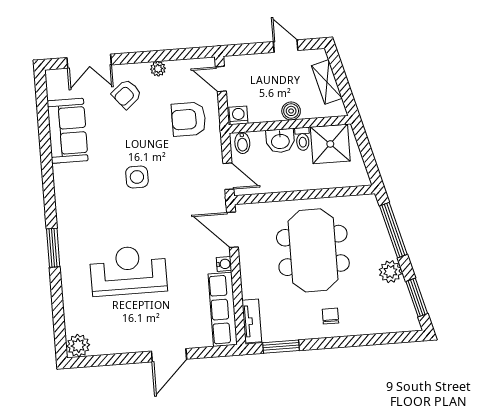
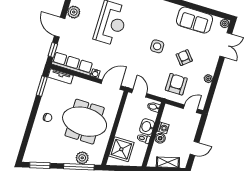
double door: (89, 61) -> (226, 45), swing flipped
plant: (53, 77) -> (225, 23), added
armchair: (127, 94) -> (184, 58), moved
washing machine: (238, 115) -> (163, 128), moved
shower: (330, 144) -> (121, 149), moved
door: (228, 176) -> (139, 93), swing flipped
plant: (390, 272) -> (82, 158), moved
plant: (134, 341) -> (74, 12), added
window: (212, 352) -> (53, 50), added

